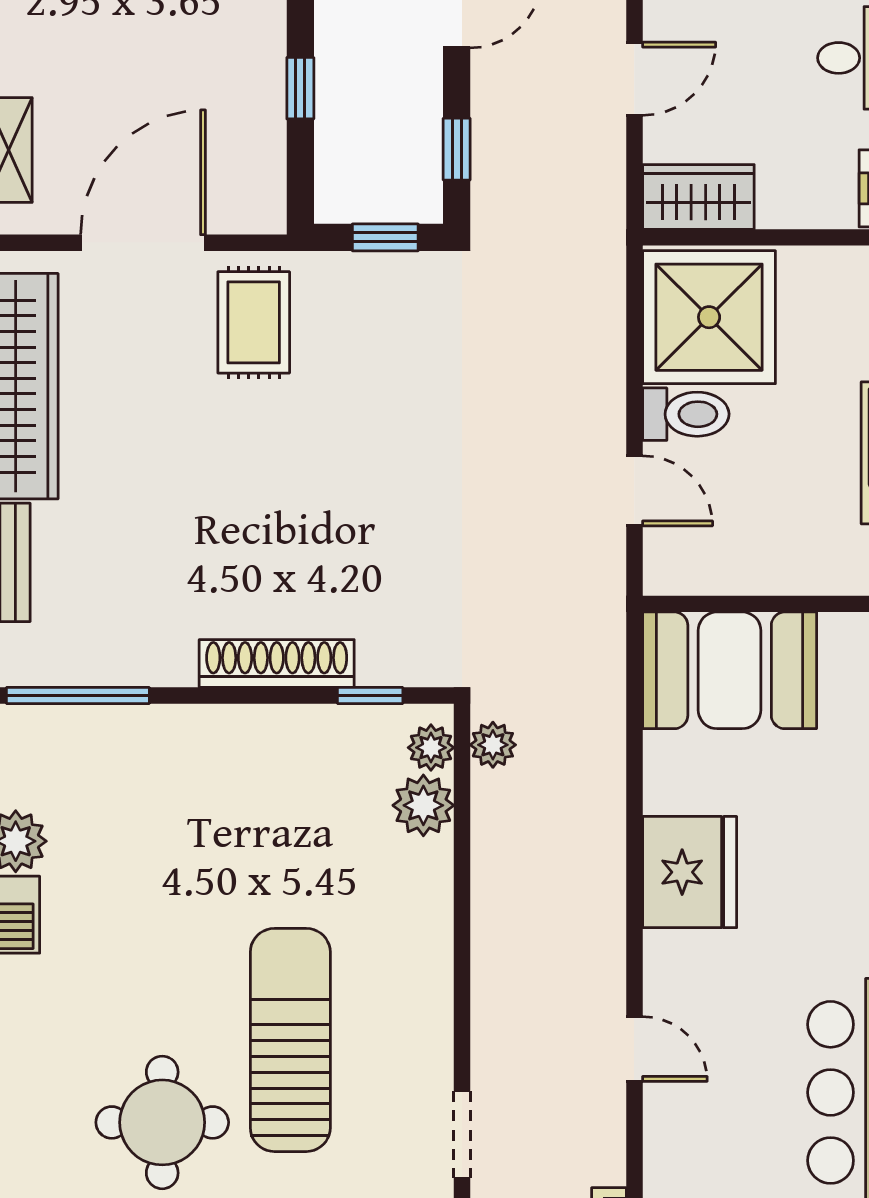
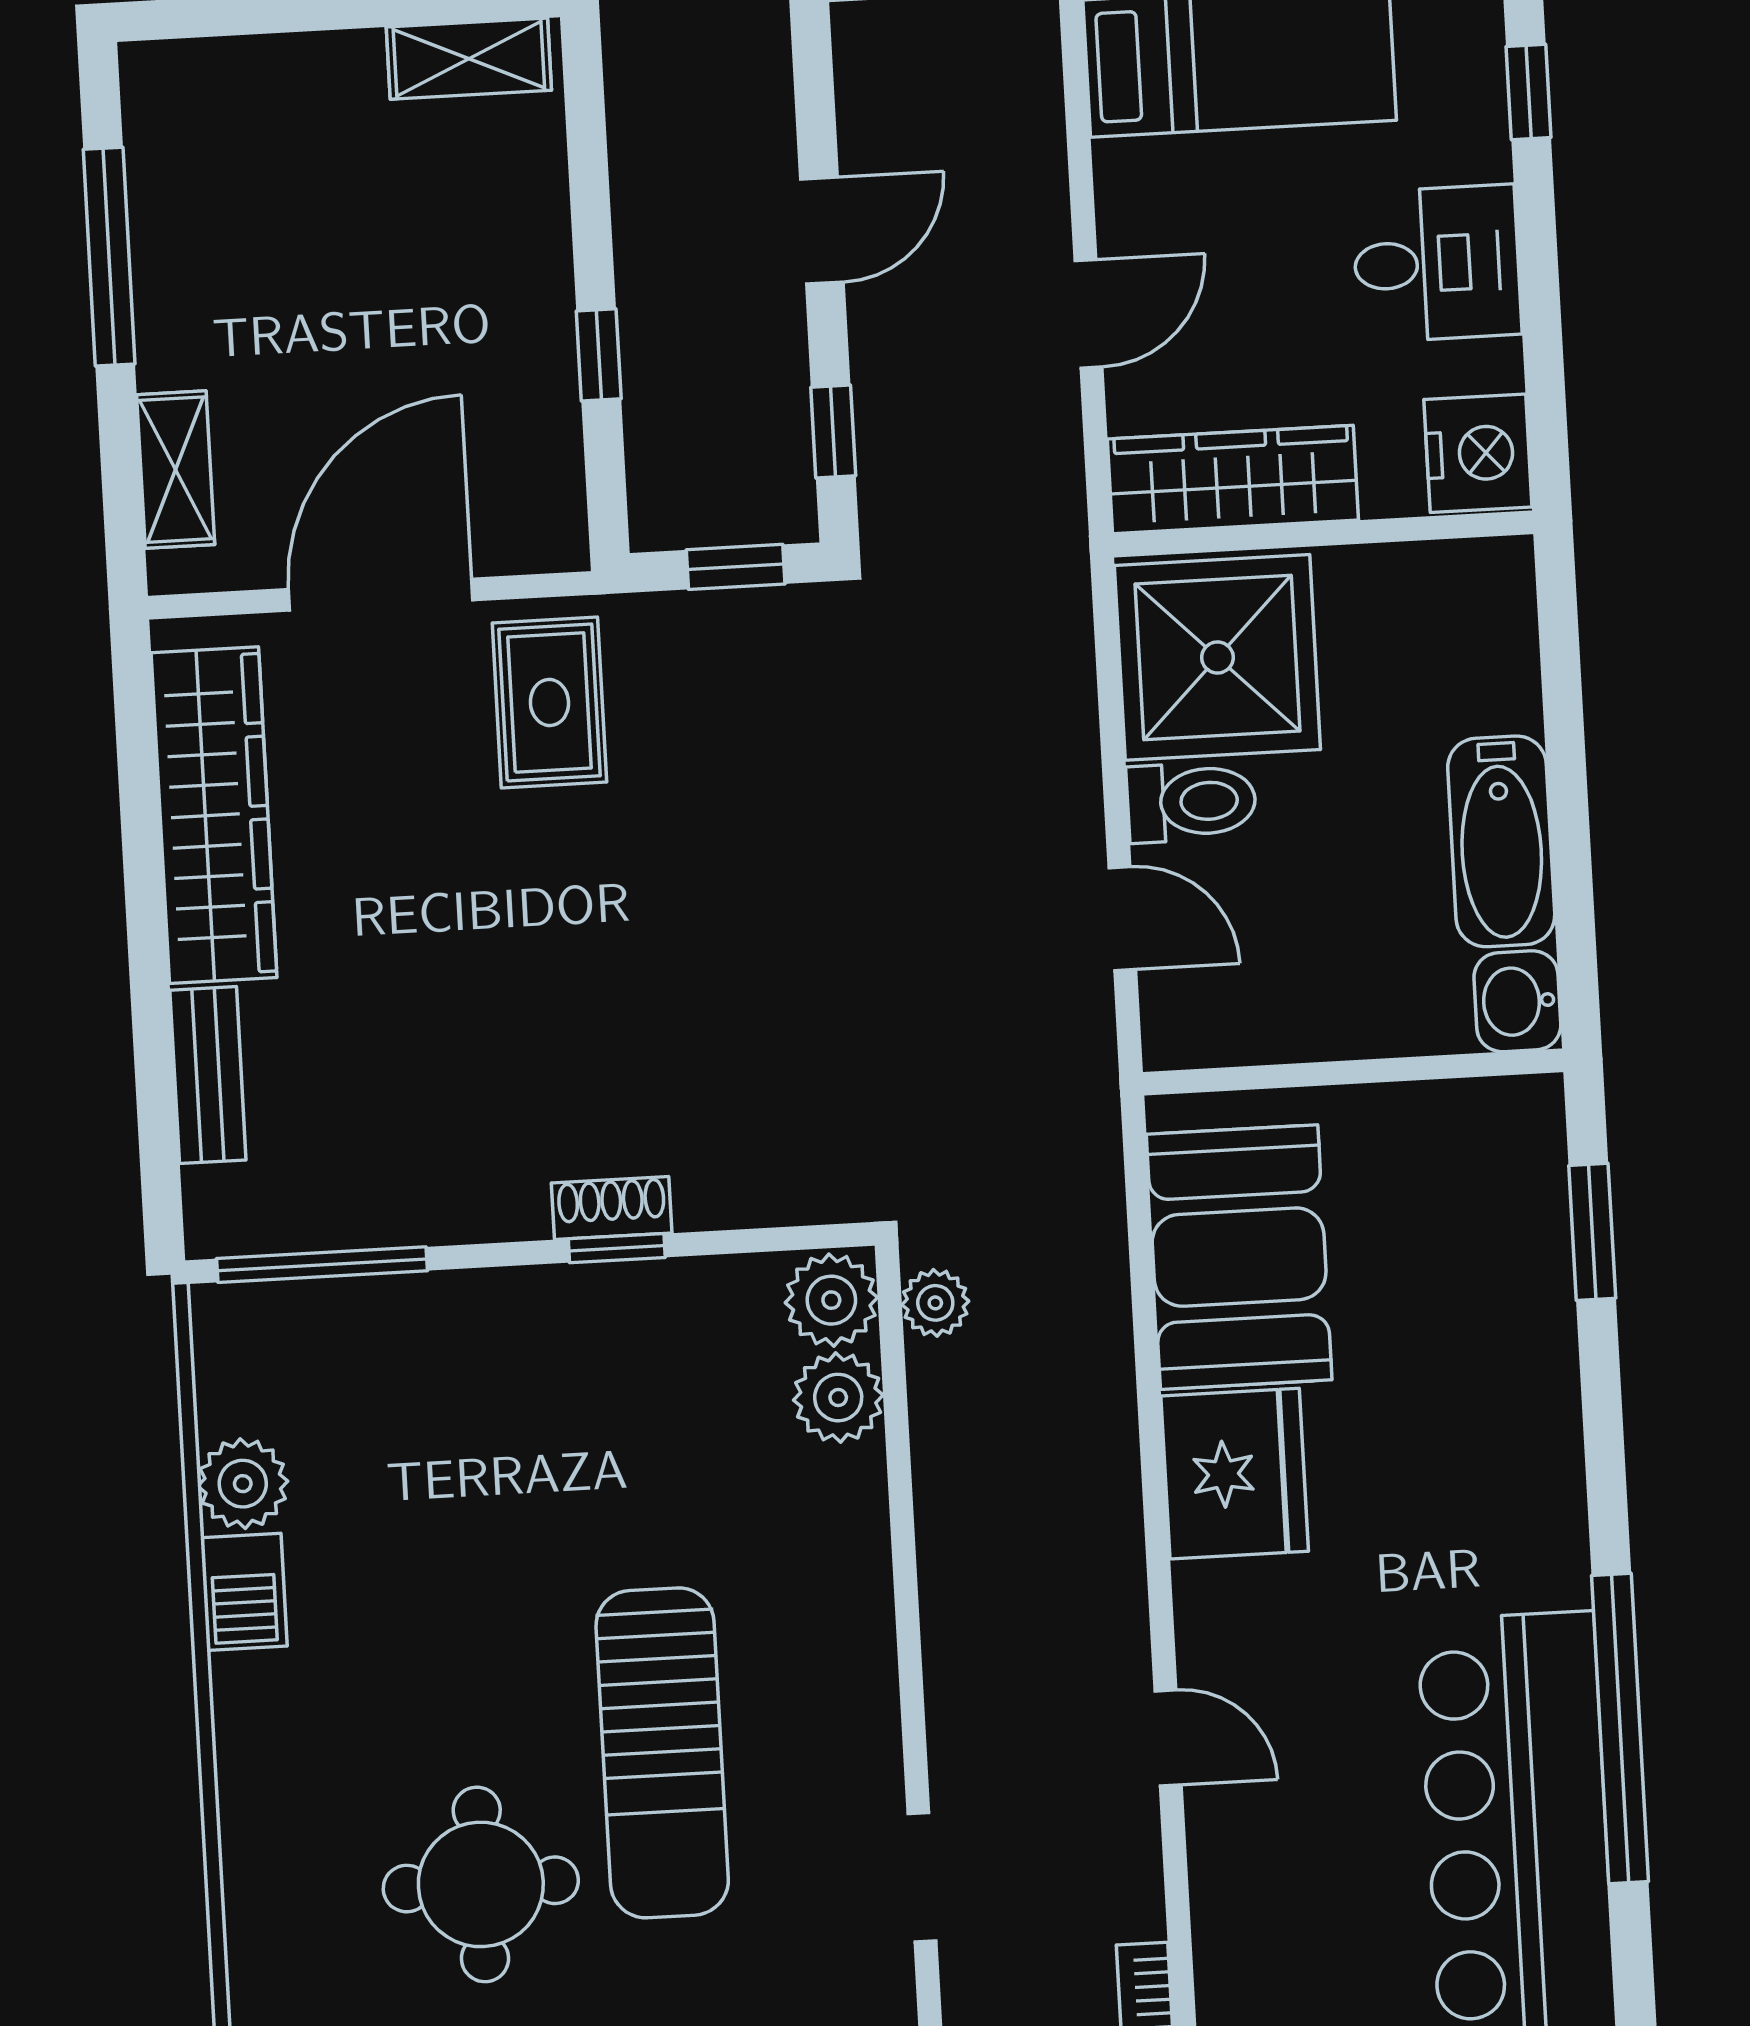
wardrobe: (698, 197) -> (1233, 480), width x1.50
shoe rack: (277, 663) -> (612, 1208), width x0.51, depth x0.81
booth: (730, 670) -> (1239, 1257), moved, turned 90
window: (370, 696) -> (617, 1248), moved
plant: (431, 748) -> (831, 1300), width x1.38, depth x1.38
sun lounger: (290, 1040) -> (662, 1753), turned 180

